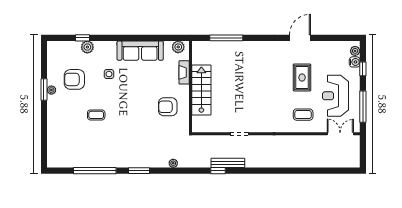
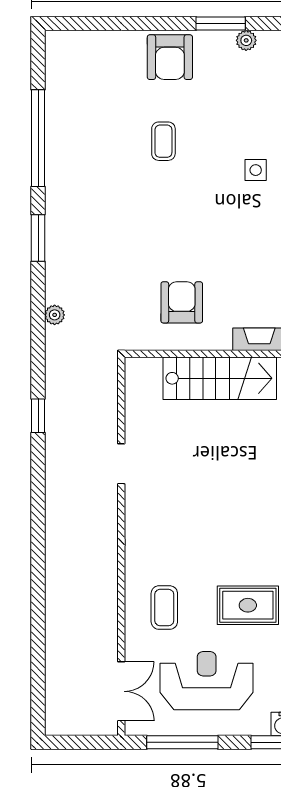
armchair: (74, 79) -> (170, 57), moved, turned 180
plant: (51, 90) -> (246, 40), moved
bench: (228, 163) -> (55, 438), removed

